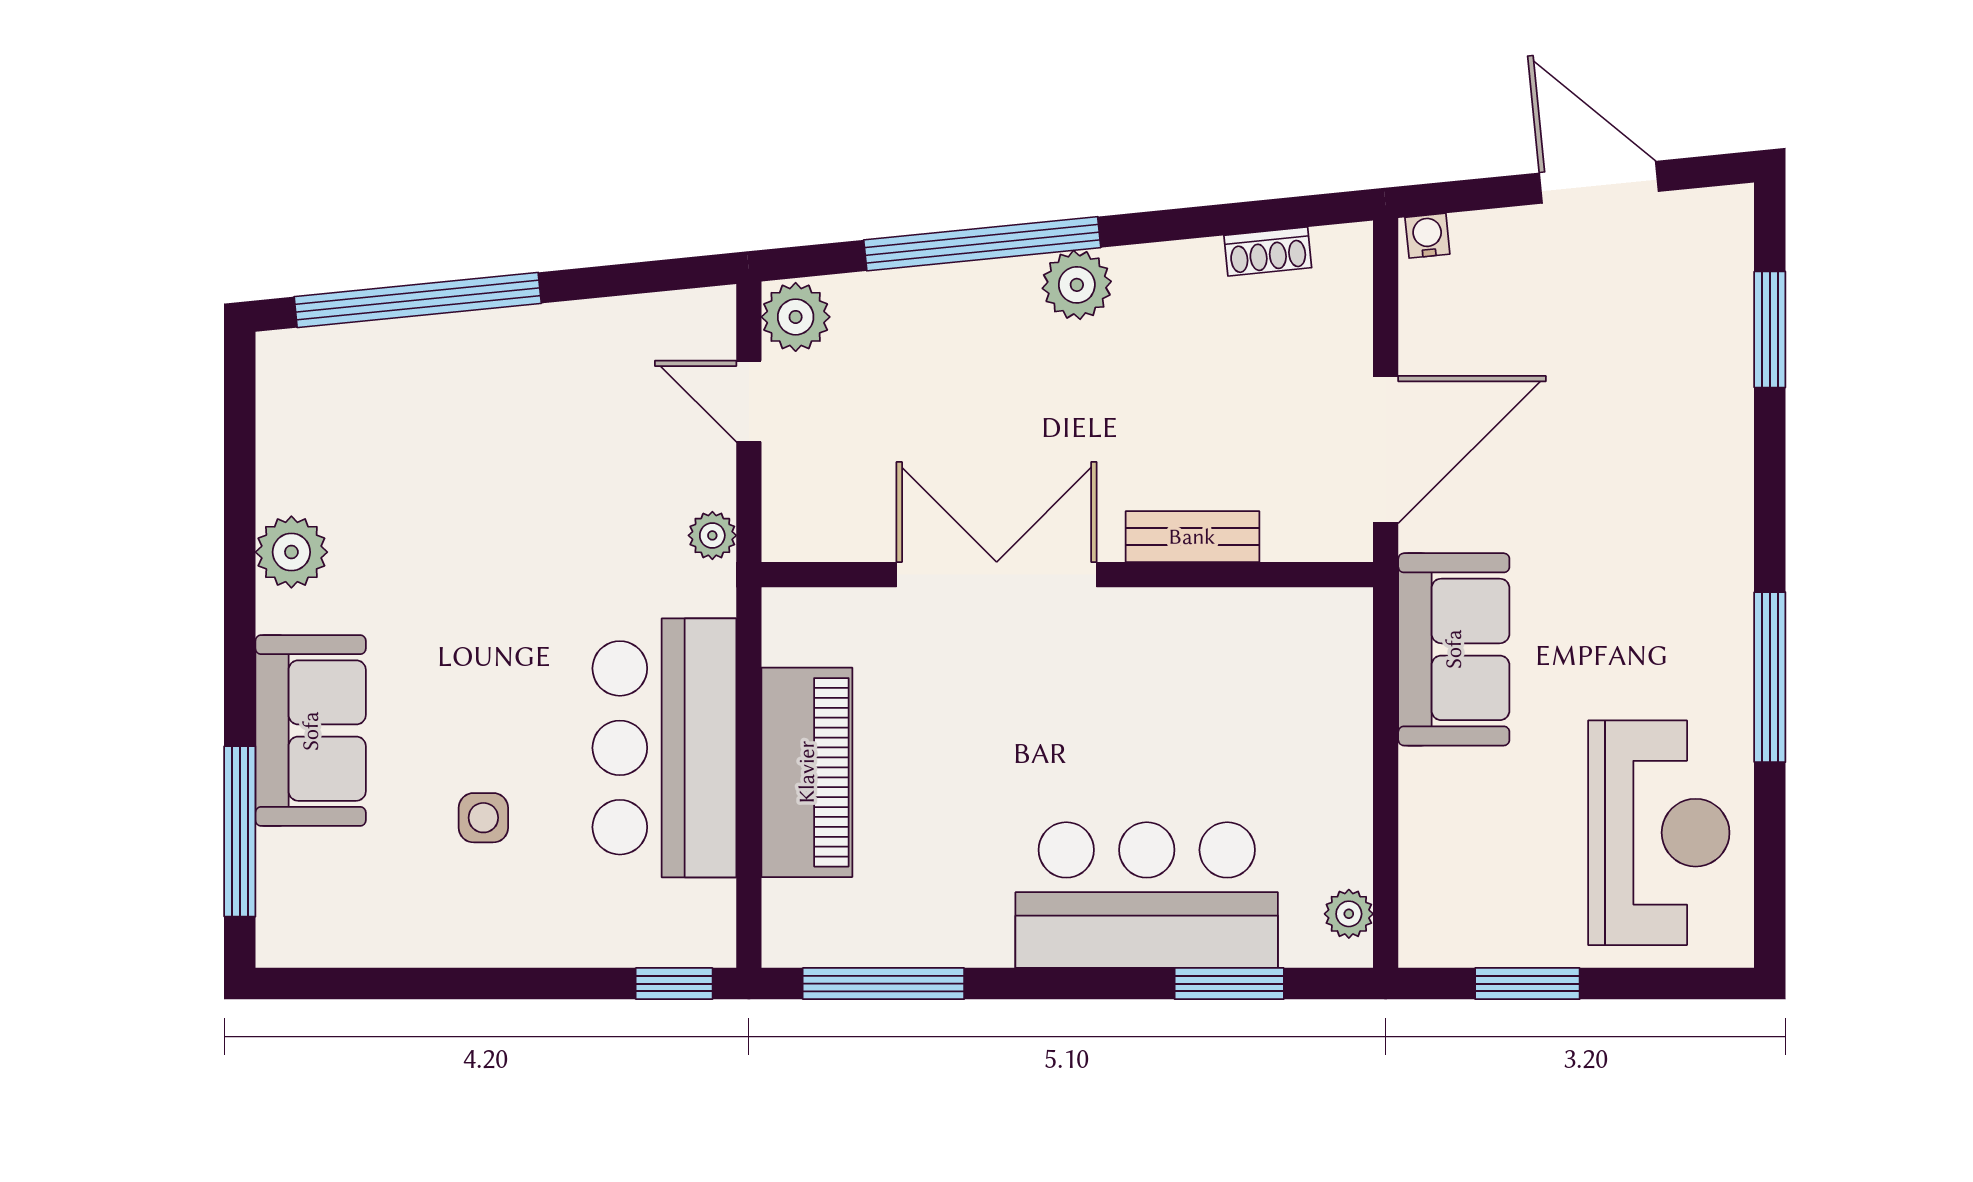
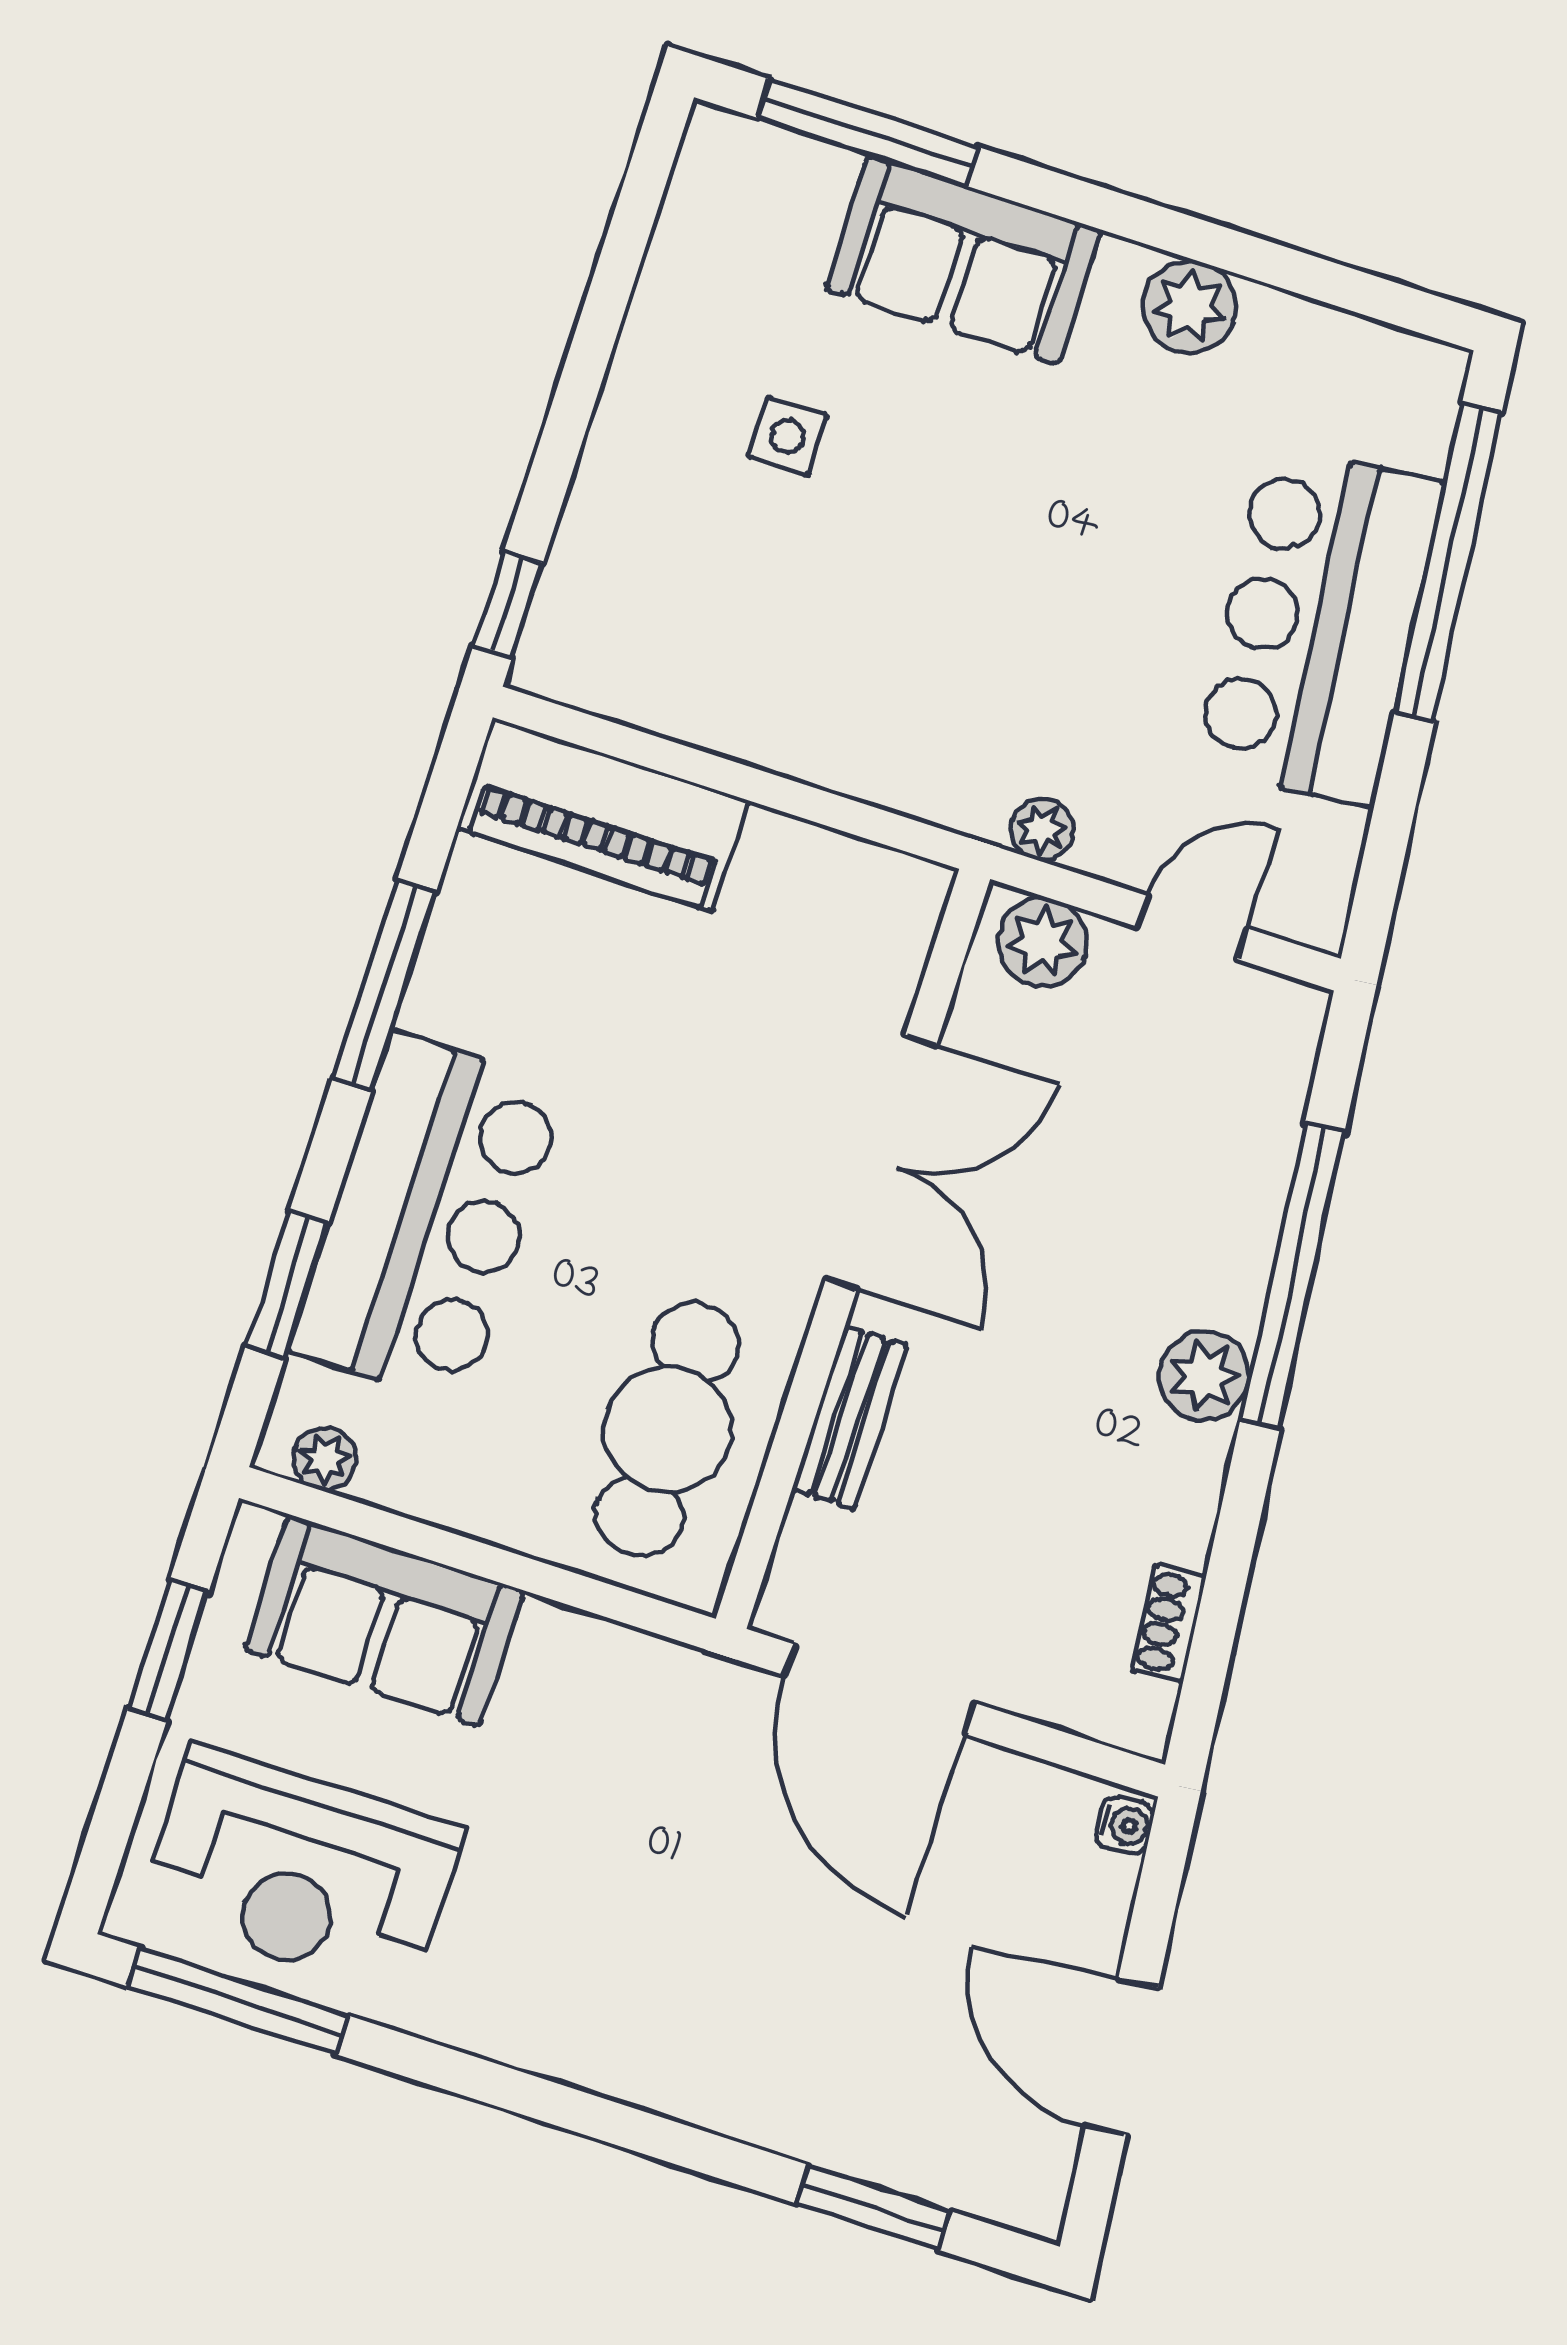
door: (1599, 182) -> (1122, 2057), swing flipped
plant: (796, 317) -> (1043, 942), moved
sofa: (1454, 649) -> (384, 1620), moved
cafe table: (1245, 668) -> (668, 1429), added
window: (1770, 677) -> (238, 2001), moved
bar counter: (664, 748) -> (1319, 626), moved, turned -96
piano: (807, 772) -> (603, 815), moved
window: (883, 984) -> (384, 985), moved

